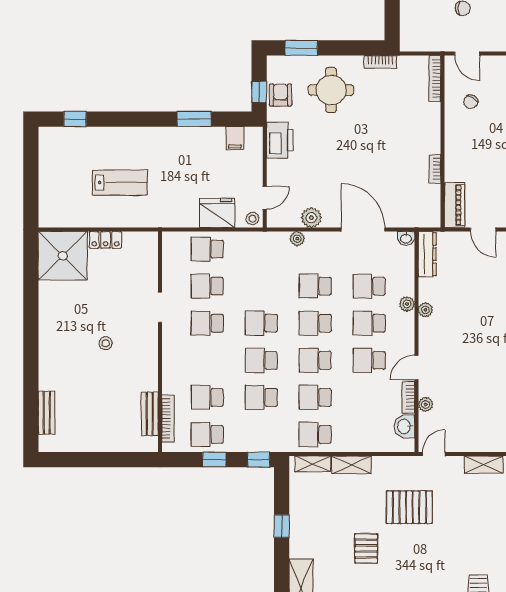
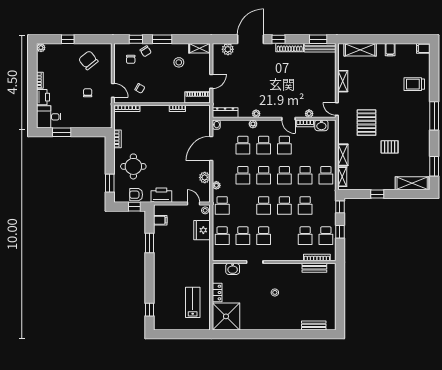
door: (467, 54) -> (113, 90), hinge flipped
lab bench: (120, 183) -> (193, 302), moved
school desk: (261, 249) -> (222, 205), added
washbasin: (148, 268) -> (233, 269), added

